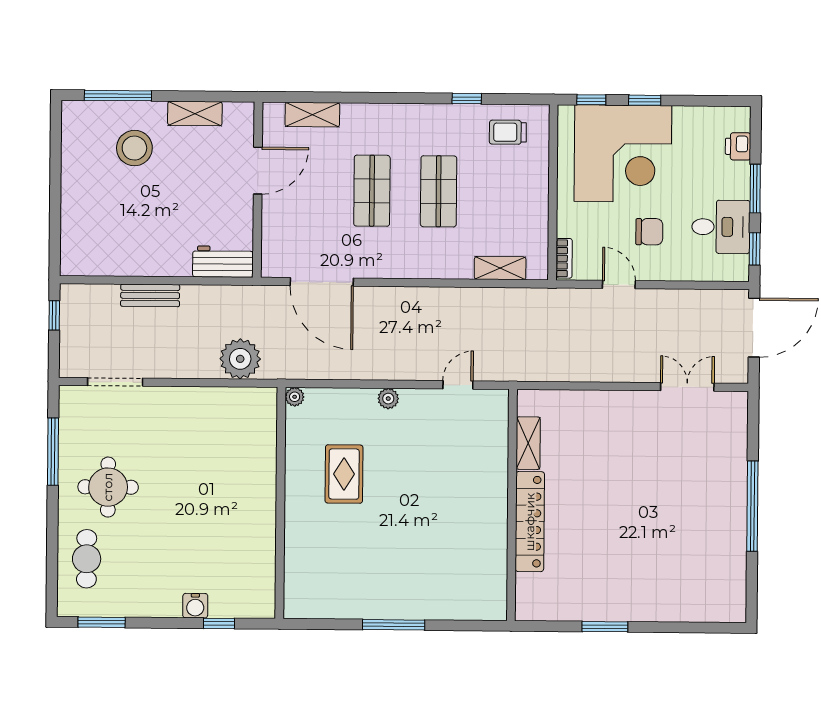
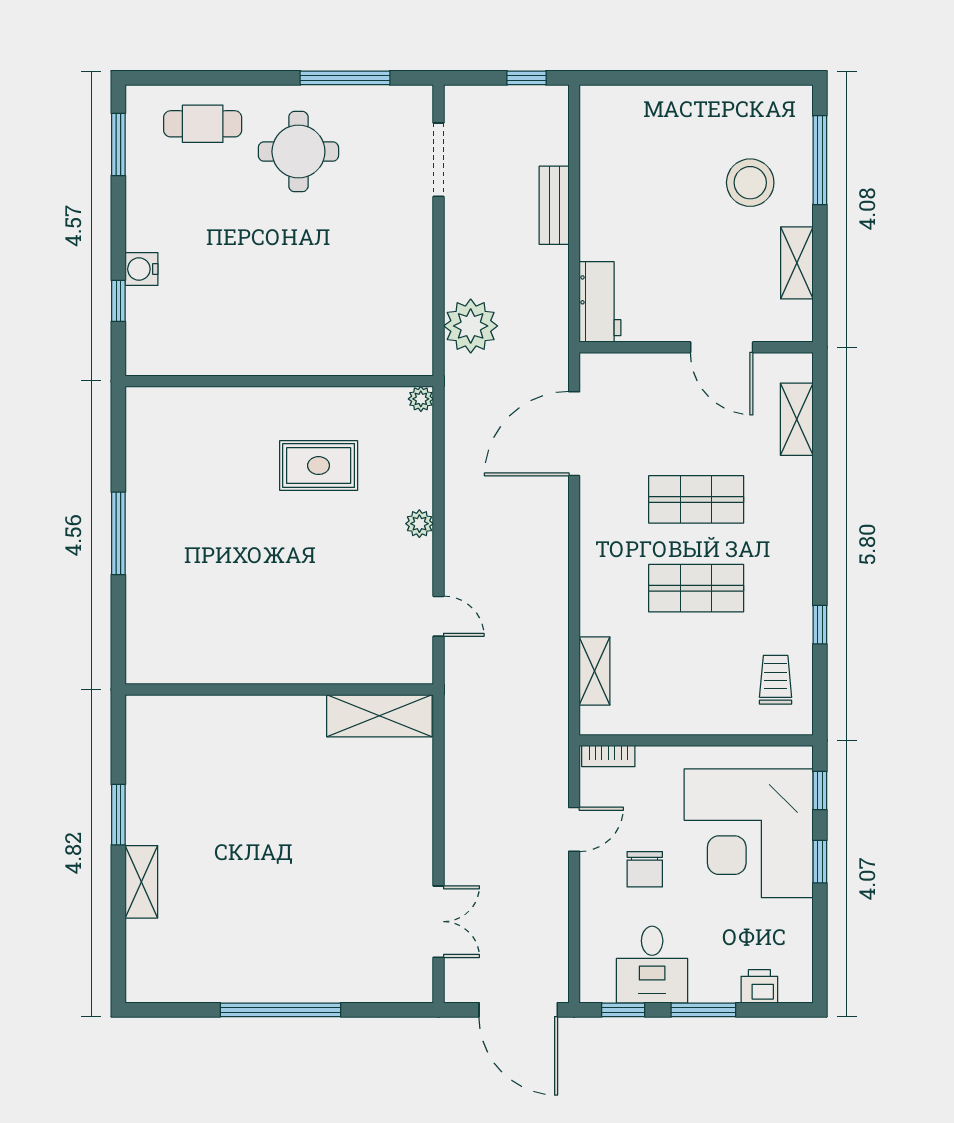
shelving: (528, 443) -> (379, 716), width x1.50, depth x1.33
locker: (530, 522) -> (257, 713), removed
shelving: (655, 610) -> (141, 882), added

